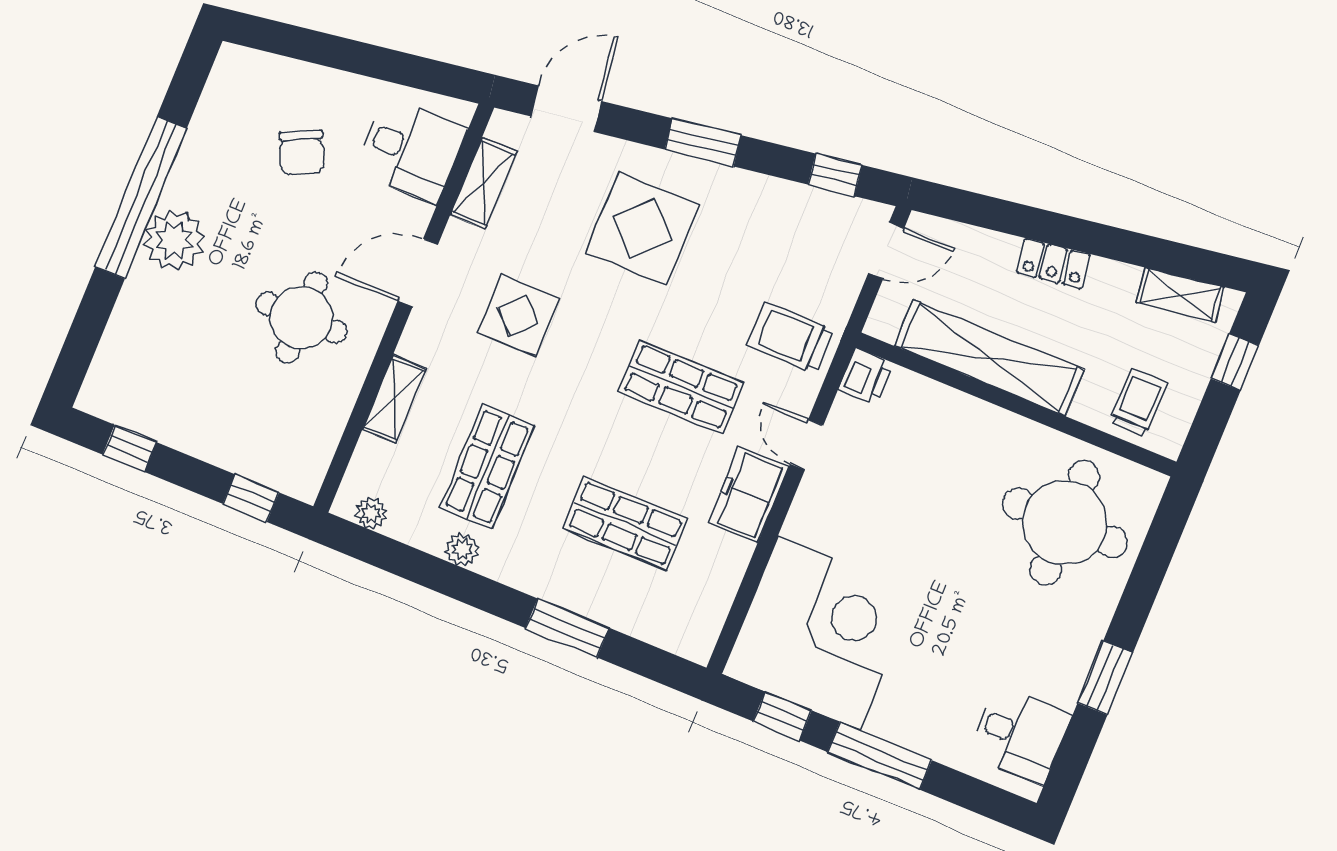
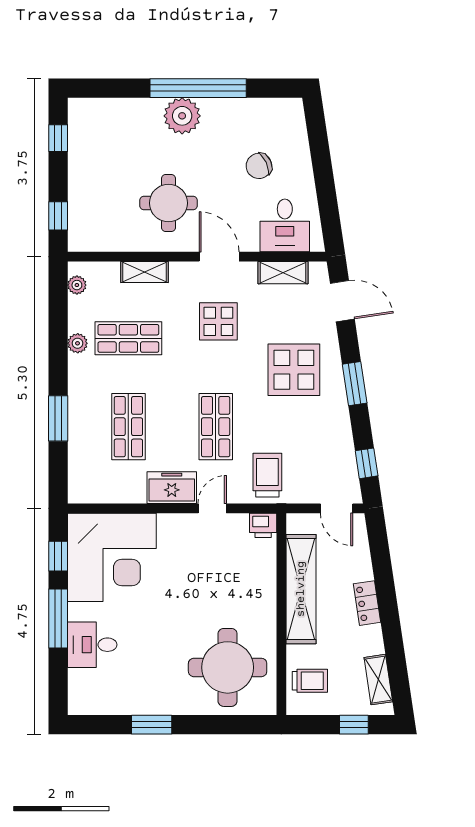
desk: (1020, 735) -> (92, 645), moved, turned 90

